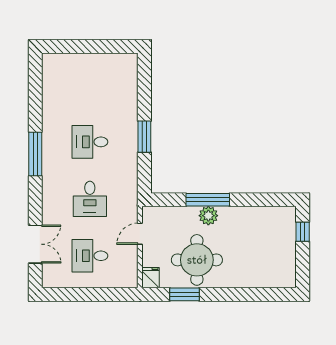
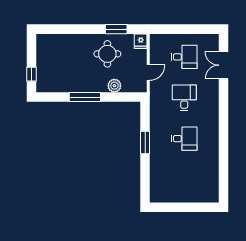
window: (35, 154) -> (223, 130), removed
window: (208, 200) -> (85, 97), moved
plant: (208, 216) -> (114, 86), moved
round table: (197, 260) -> (107, 54), width x0.73, depth x0.73

